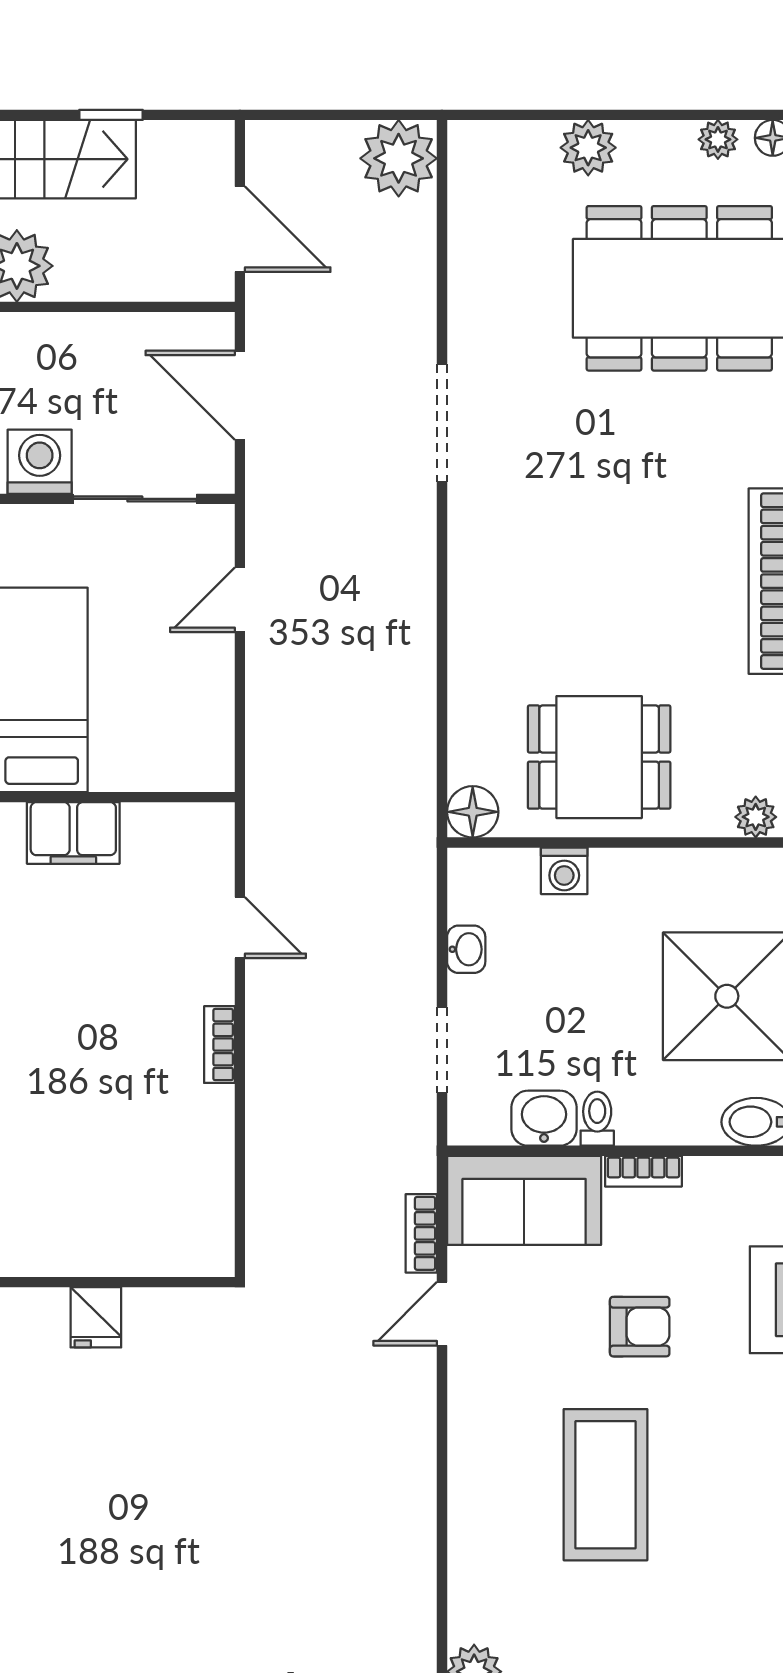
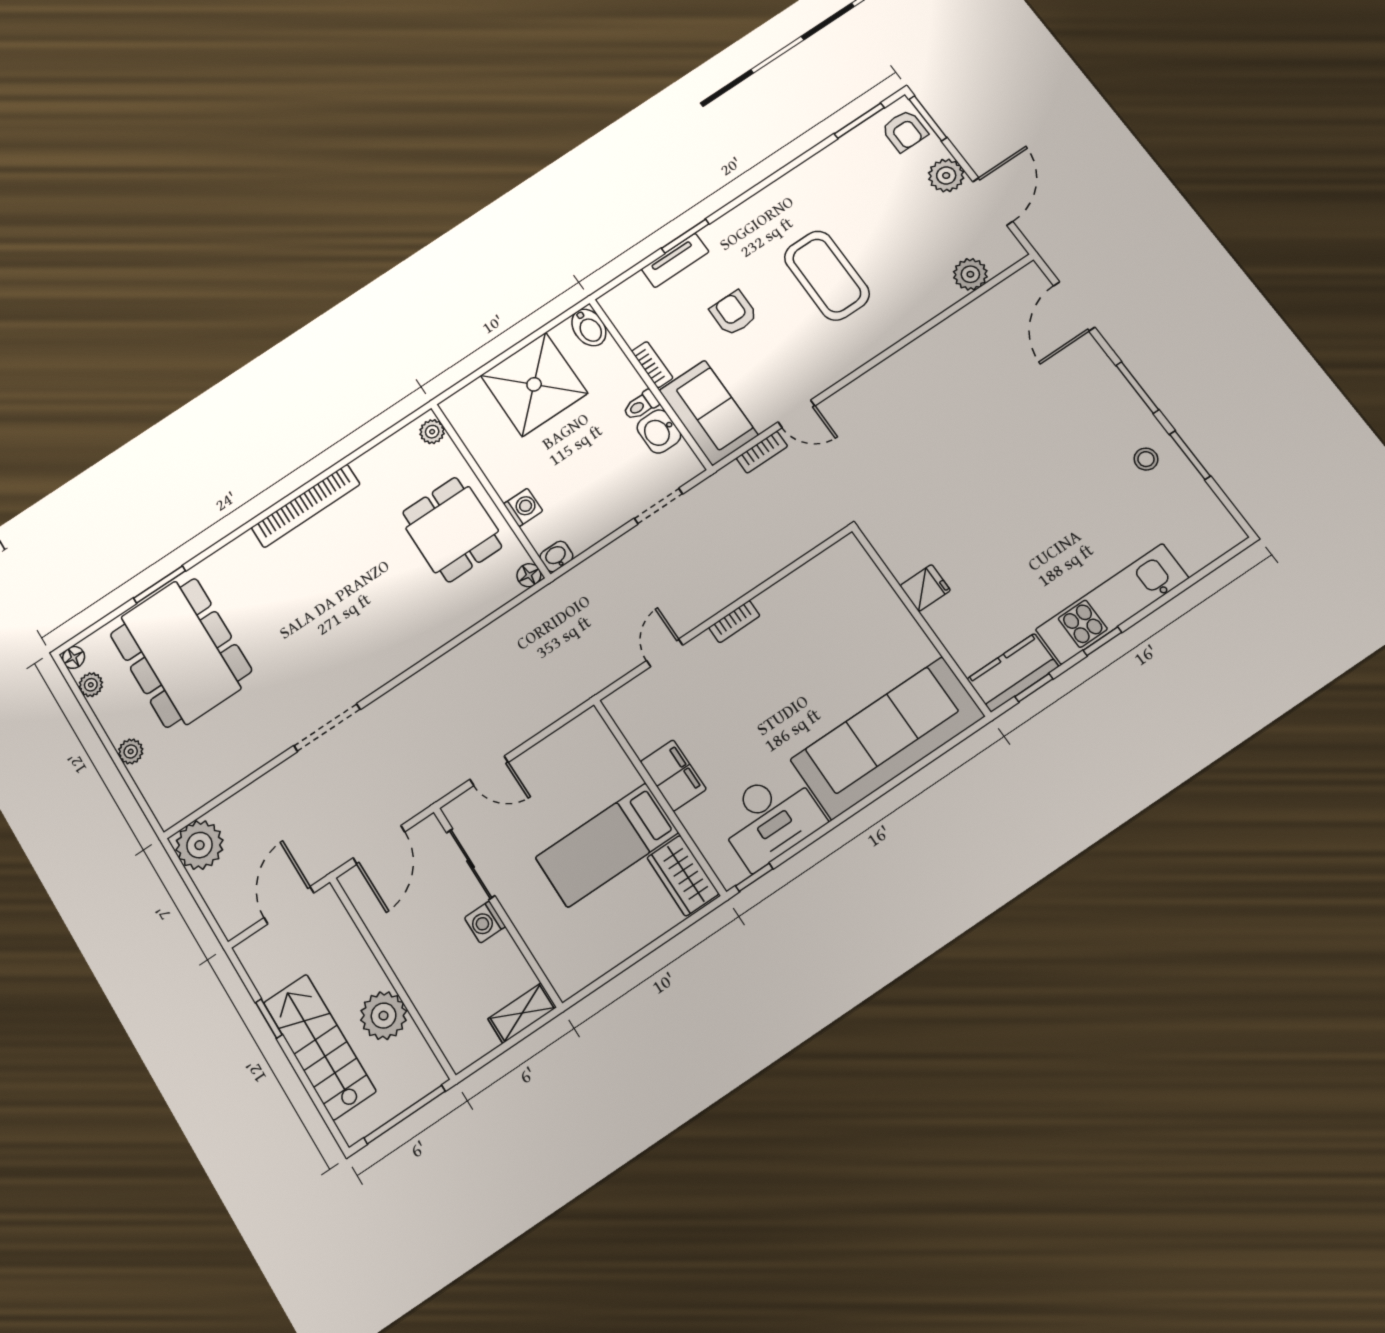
plant: (588, 148) -> (131, 751), width x0.73, depth x0.73
washing machine: (40, 462) -> (485, 922), width x0.73, depth x0.73
floor lamp: (473, 812) -> (529, 575), width x0.73, depth x0.73
washbasin: (466, 949) -> (556, 556), moved
coffee table: (606, 1485) -> (827, 276), turned 90

